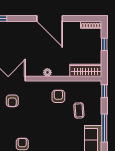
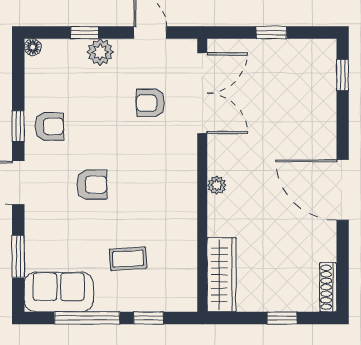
door: (50, 19) -> (343, 190), hinge flipped
window: (104, 91) -> (148, 318), moved
armchair: (58, 96) -> (92, 185), moved

